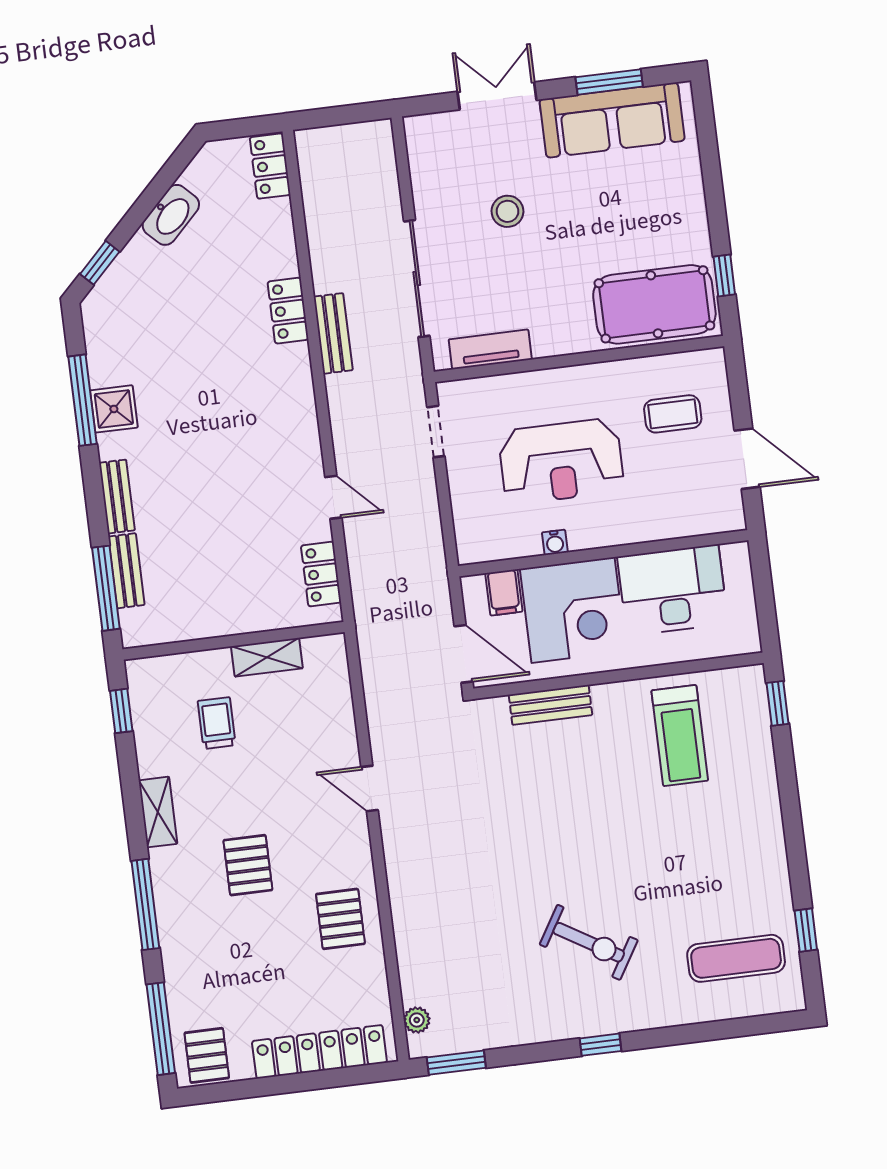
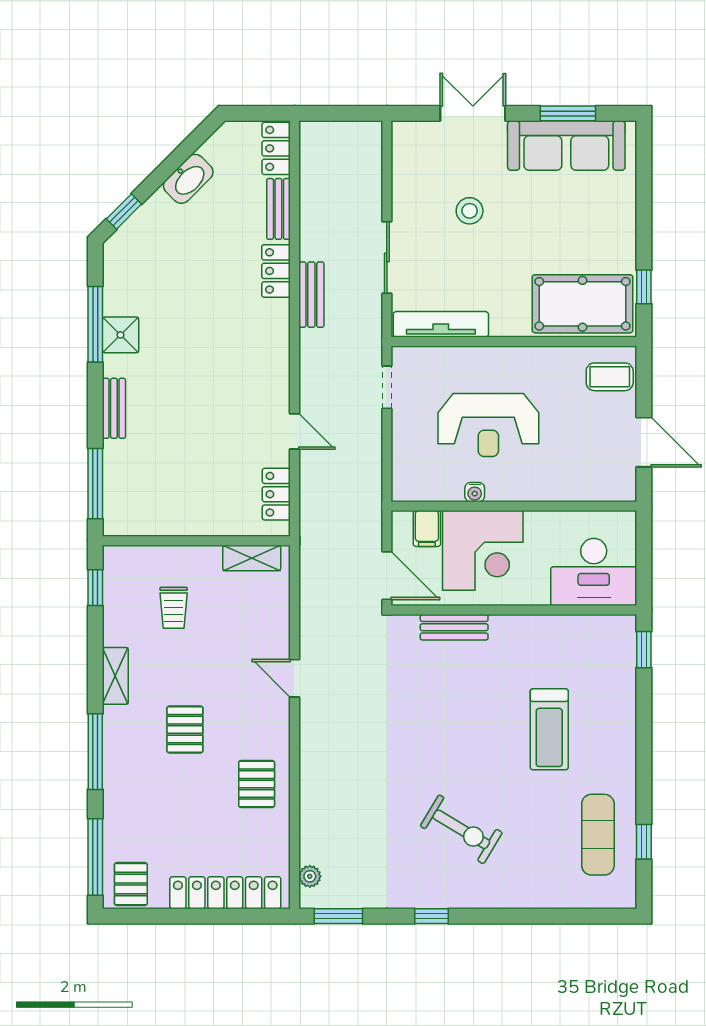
sliding door: (417, 279) -> (387, 258), width x0.73
tv unit: (490, 349) -> (441, 324), width x1.41
coffee table: (673, 414) -> (610, 377), moved
bench: (126, 571) -> (278, 209), moved
desk: (673, 590) -> (594, 572), moved, turned 180
shelving: (267, 657) -> (252, 558), moved
trolley: (217, 723) -> (174, 608), turned 180
treadmill: (680, 736) -> (549, 729), moved
exercise mat: (736, 958) -> (598, 835), moved, turned 90
window: (600, 1045) -> (432, 916), moved

